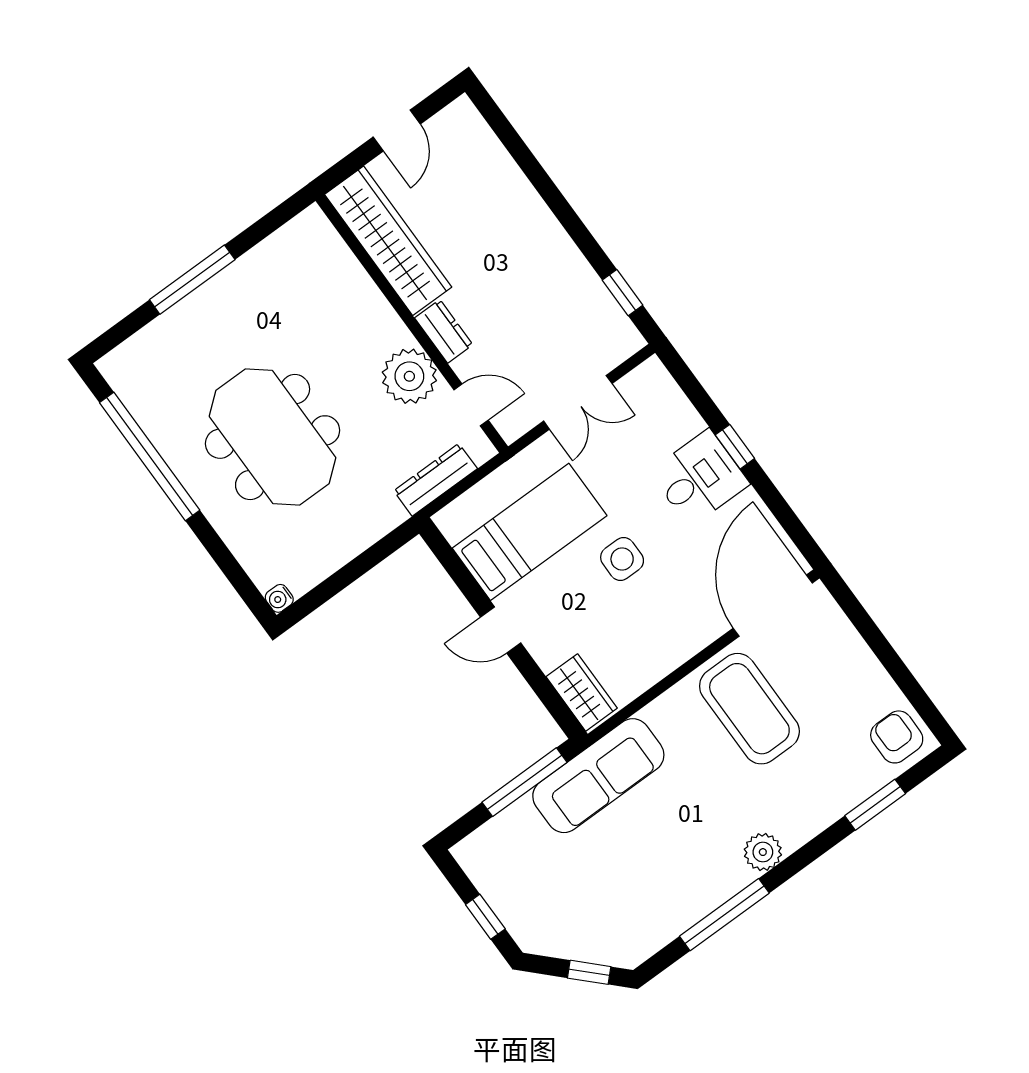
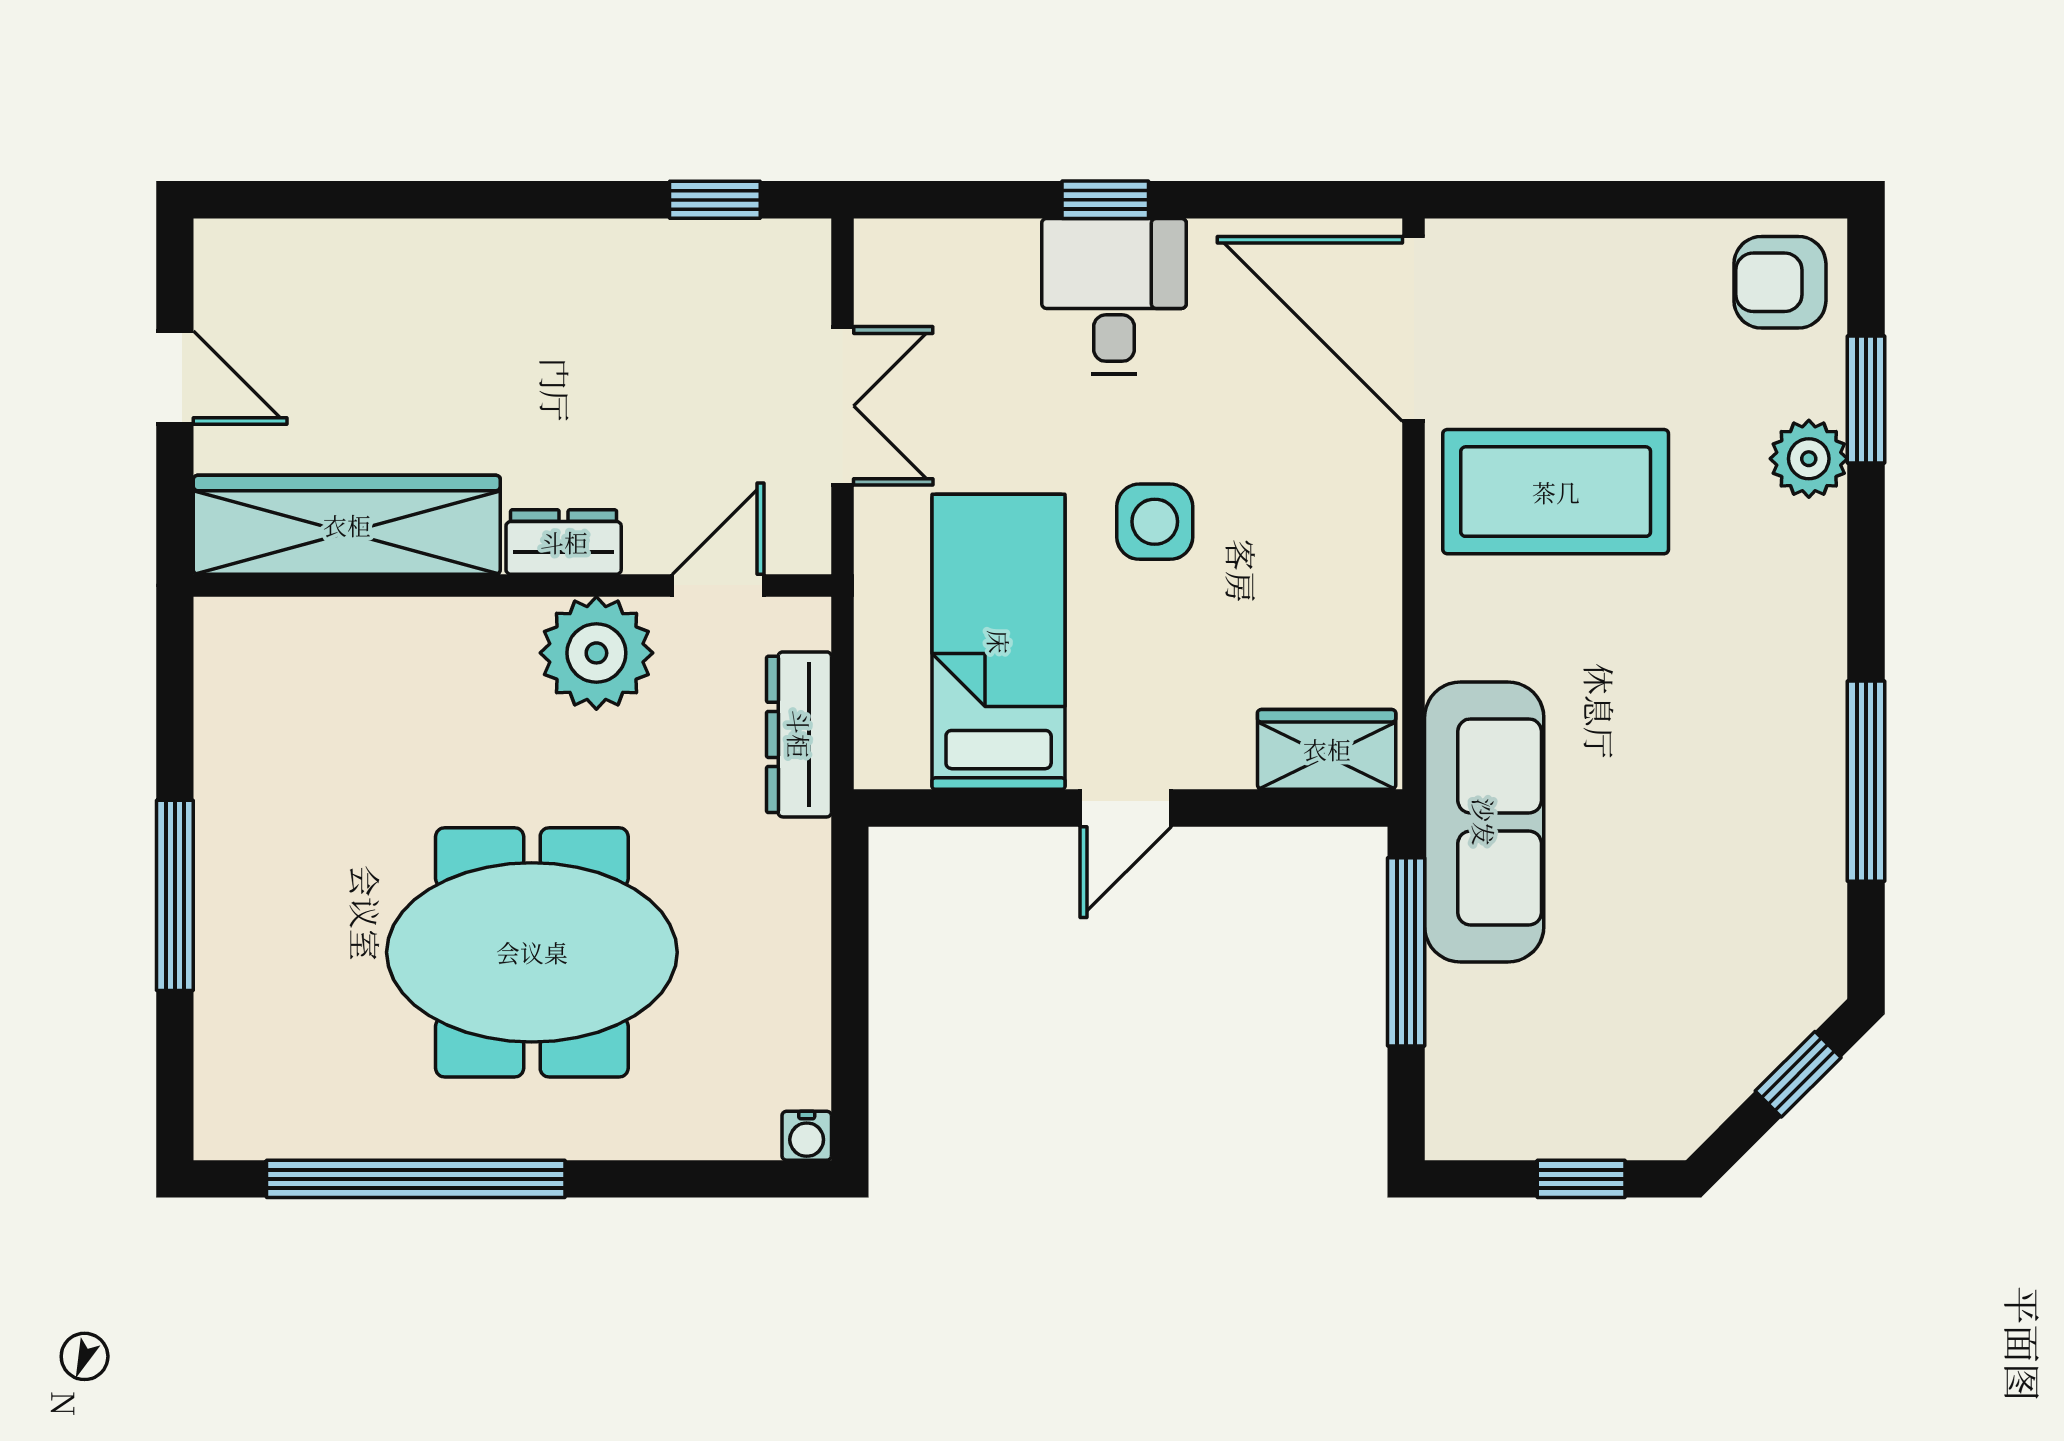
plant: (763, 852) -> (1809, 459), moved

